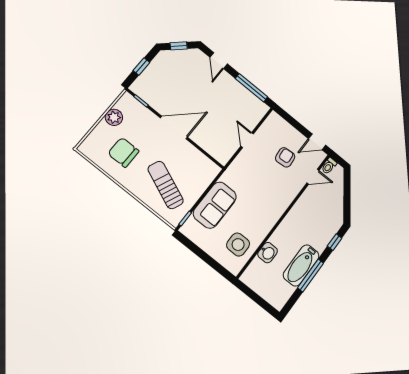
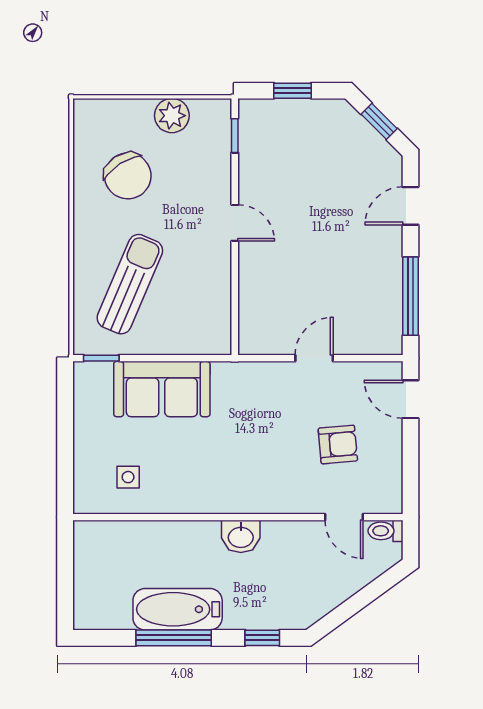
door: (174, 128) -> (235, 223), width x0.53
door: (317, 142) -> (411, 399), moved
chair: (123, 152) -> (128, 176), turned 147
side table: (238, 245) -> (128, 477), width x0.54, depth x0.54
washbasin: (268, 253) -> (241, 536), moved

